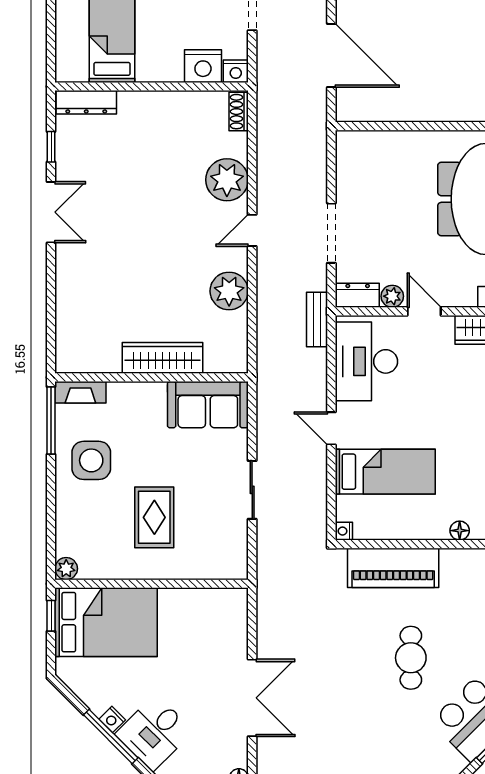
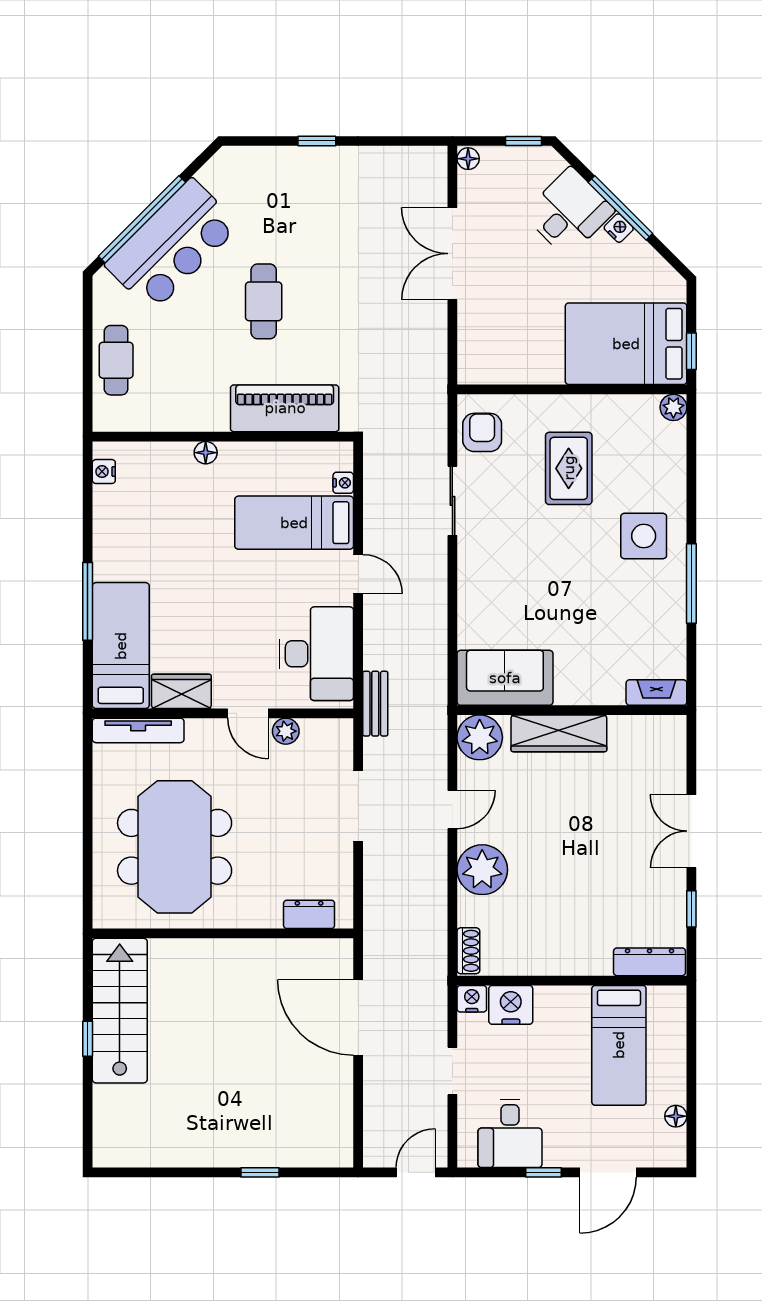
dresser: (358, 295) -> (309, 914), moved, turned 180
wardrobe: (163, 358) -> (559, 733), moved
wall: (152, 377) -> (572, 710), moved
fireplace: (80, 392) -> (656, 693), moved
sofa: (208, 405) -> (505, 678), moved
nightstand: (344, 531) -> (343, 483), moved
armchair: (227, 548) -> (482, 432), added

